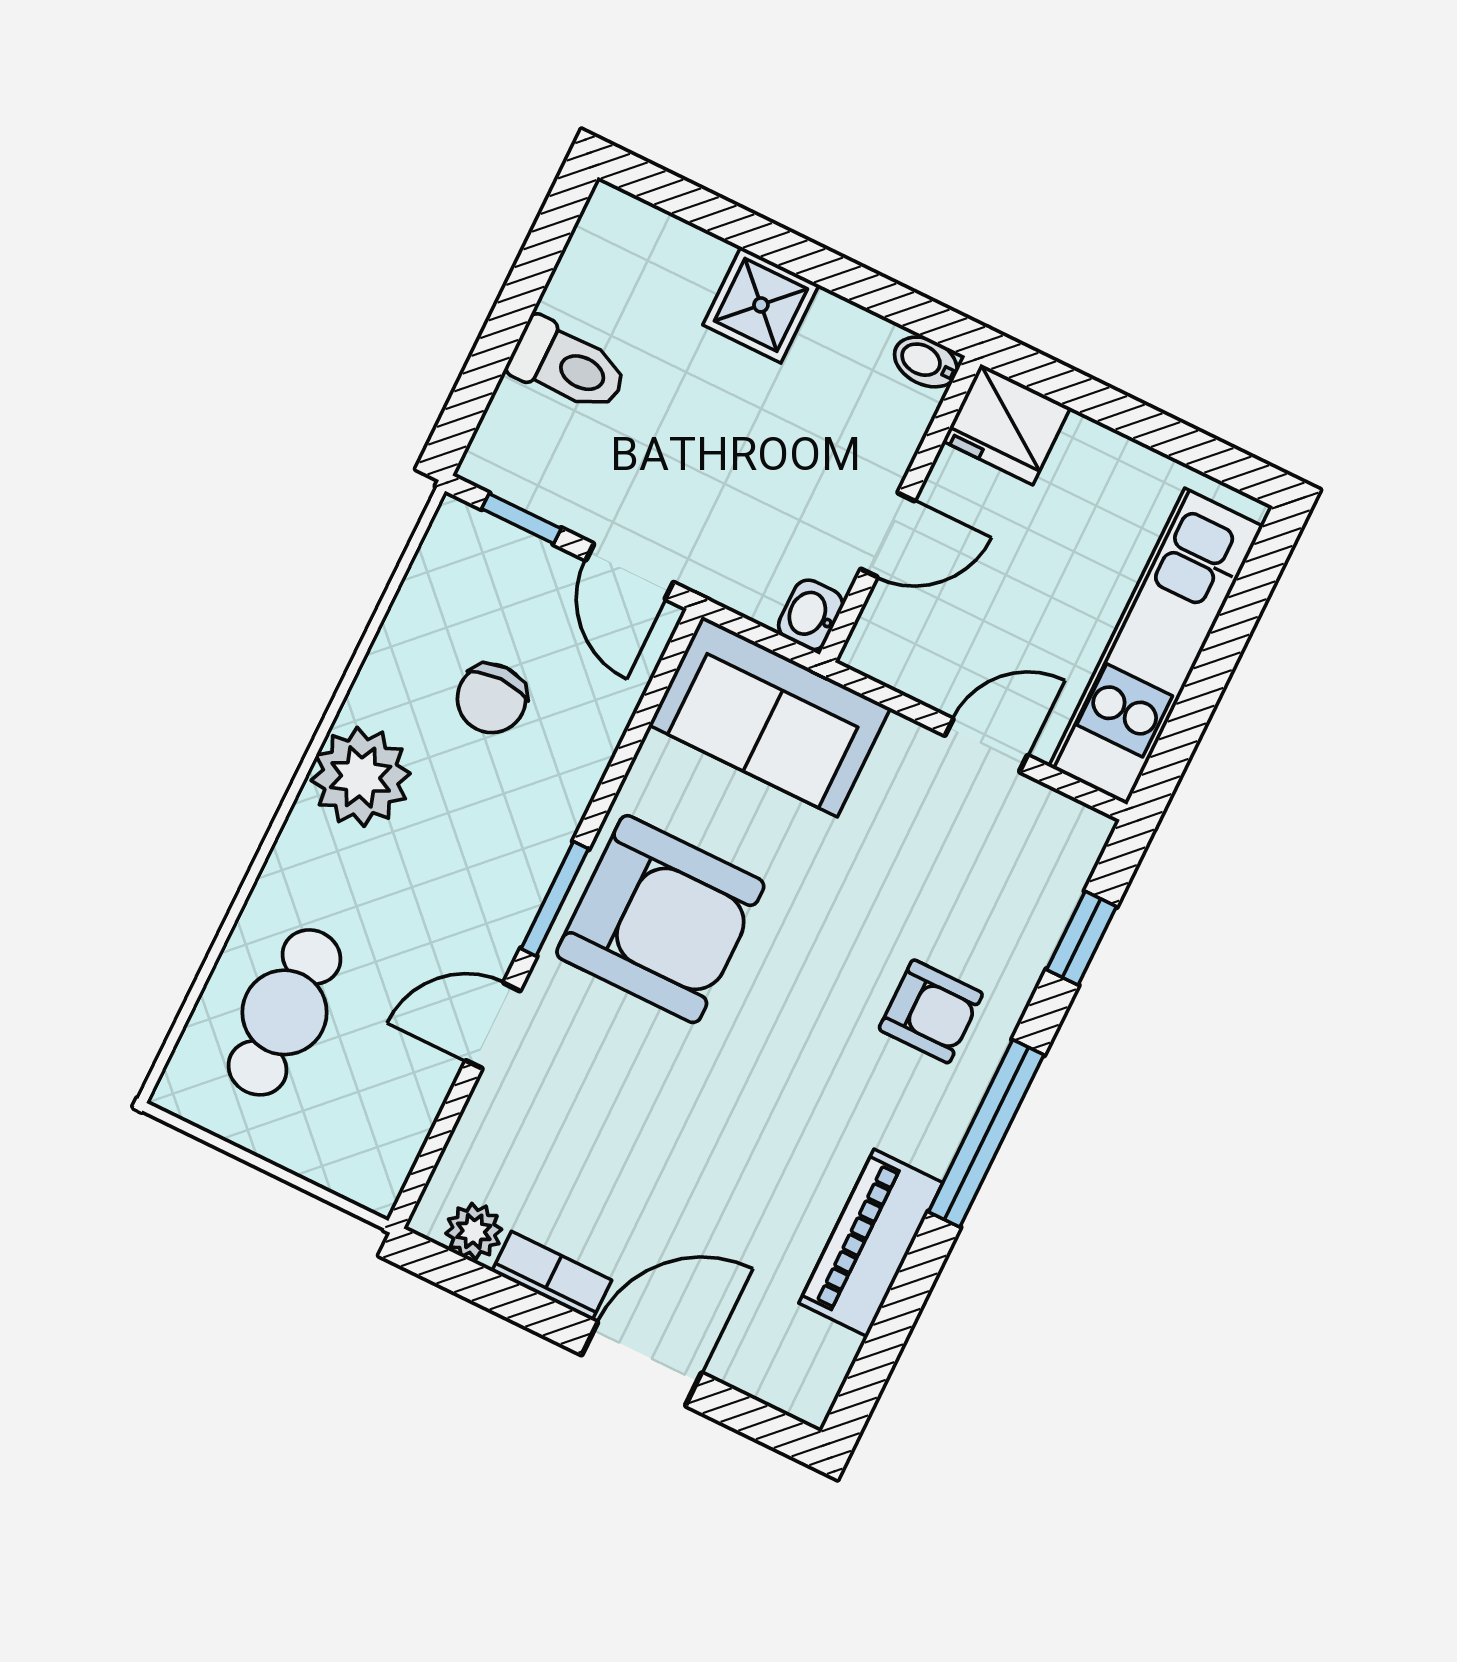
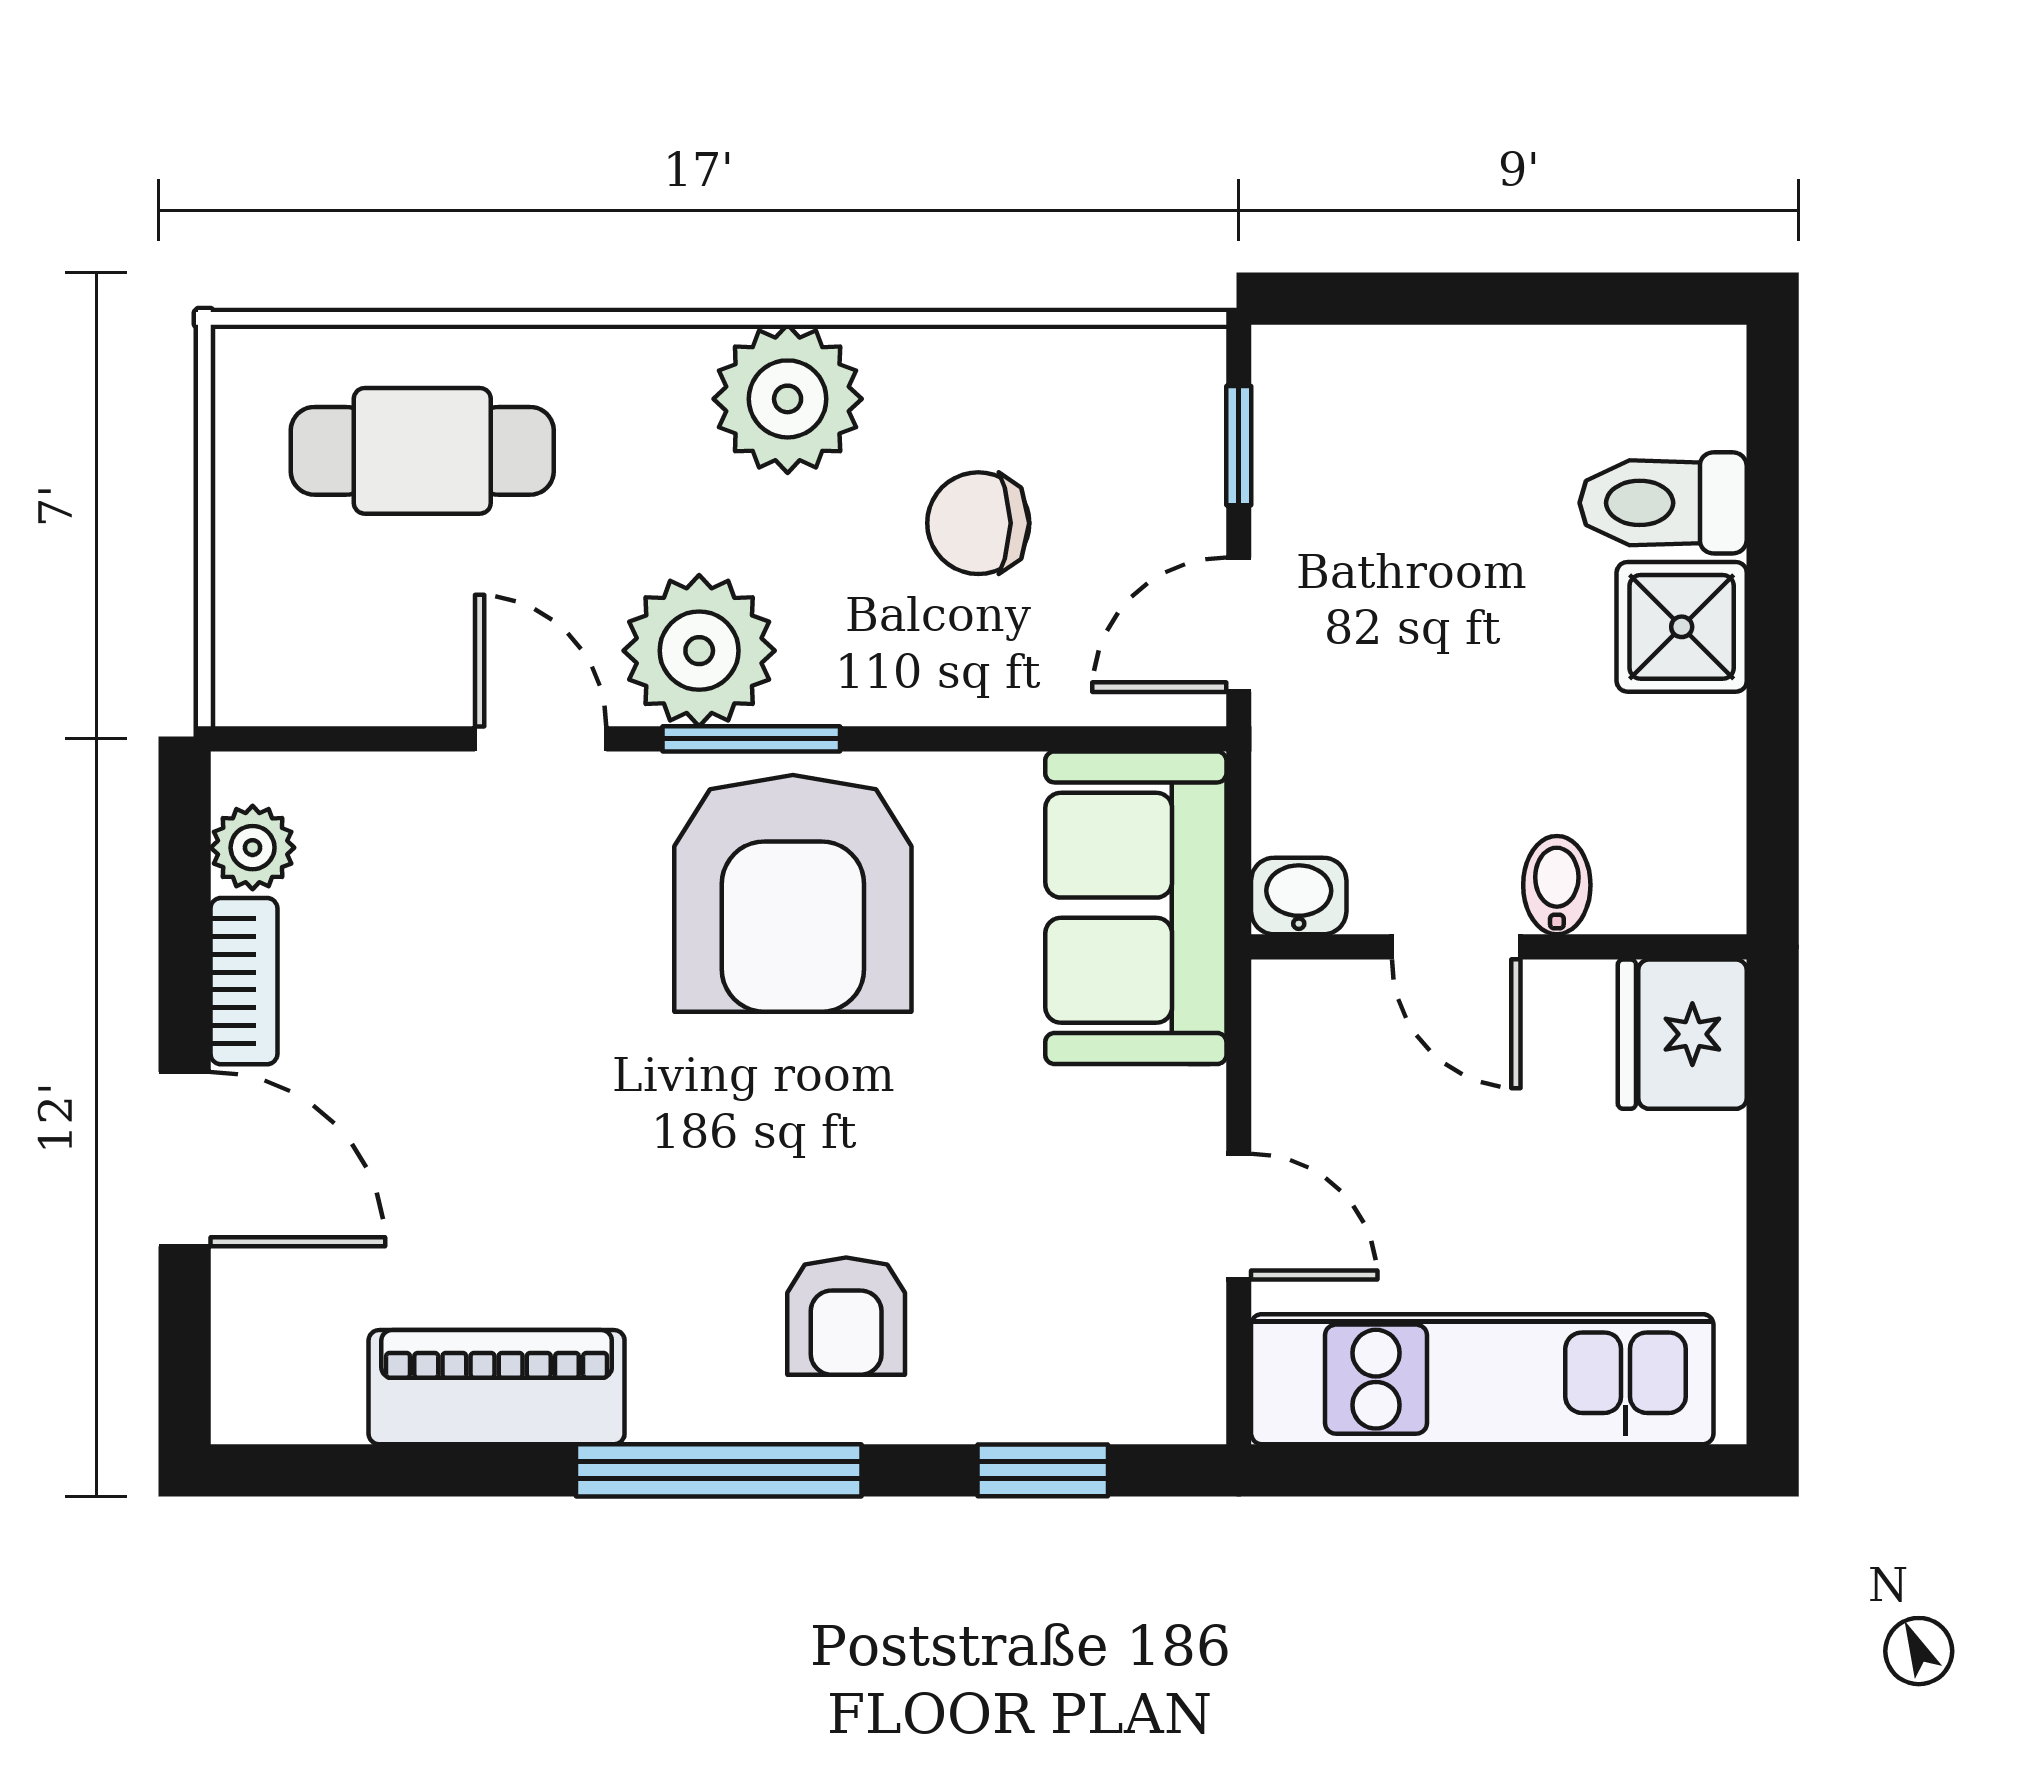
bidet: (926, 362) -> (1557, 885), moved
toilet: (568, 366) -> (1663, 503), moved, turned 90
plant: (486, 904) -> (699, 651), added

